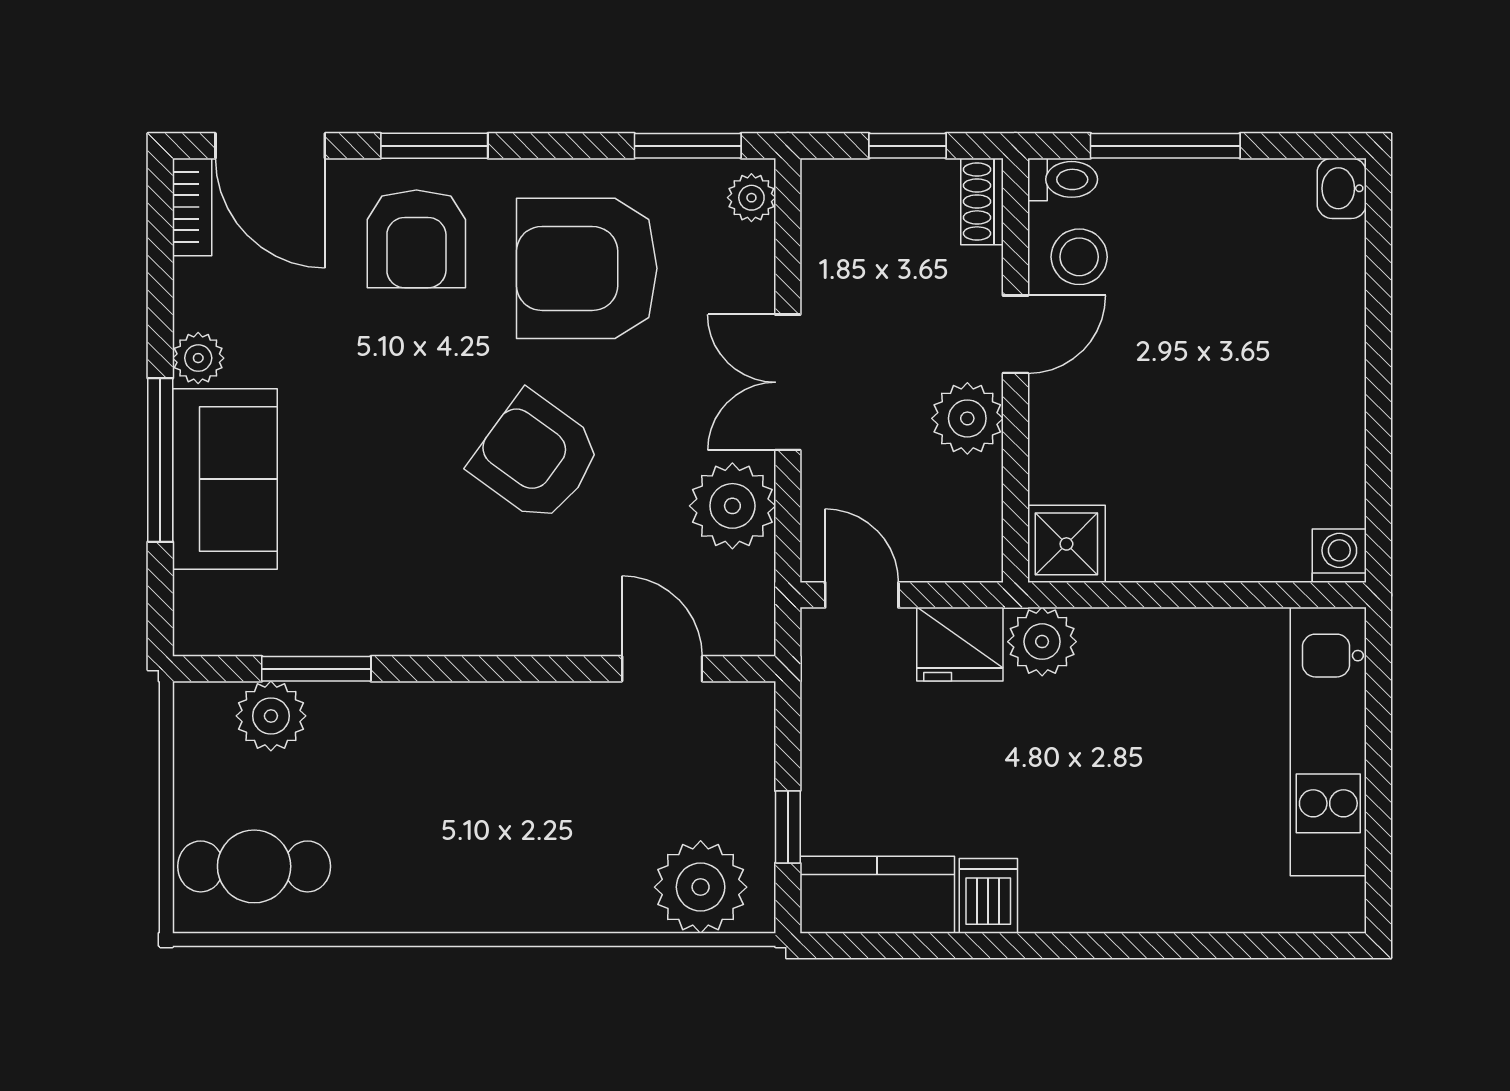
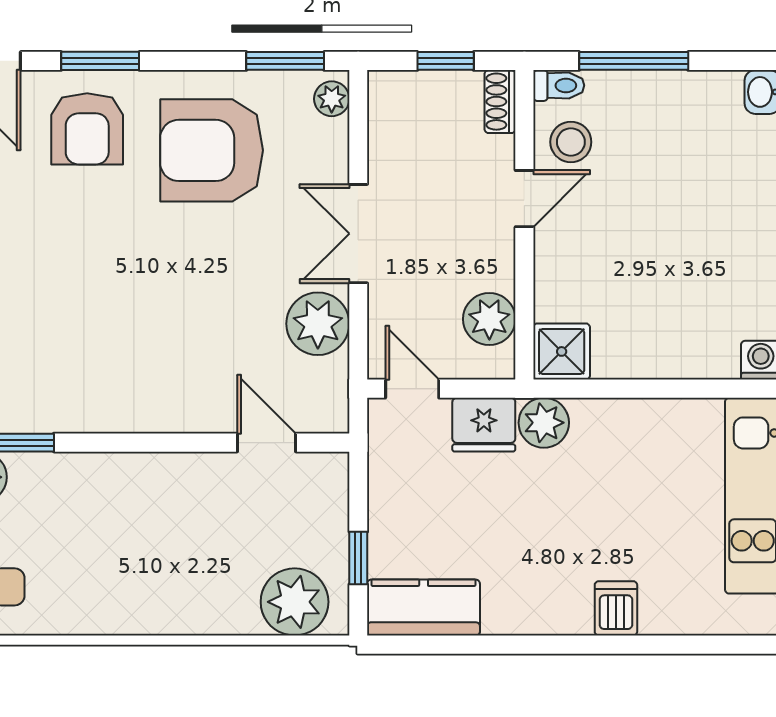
plant: (967, 418) -> (489, 319), moved
armchair: (536, 457) -> (174, 288), removed
dishwasher: (988, 896) -> (616, 608), moved

